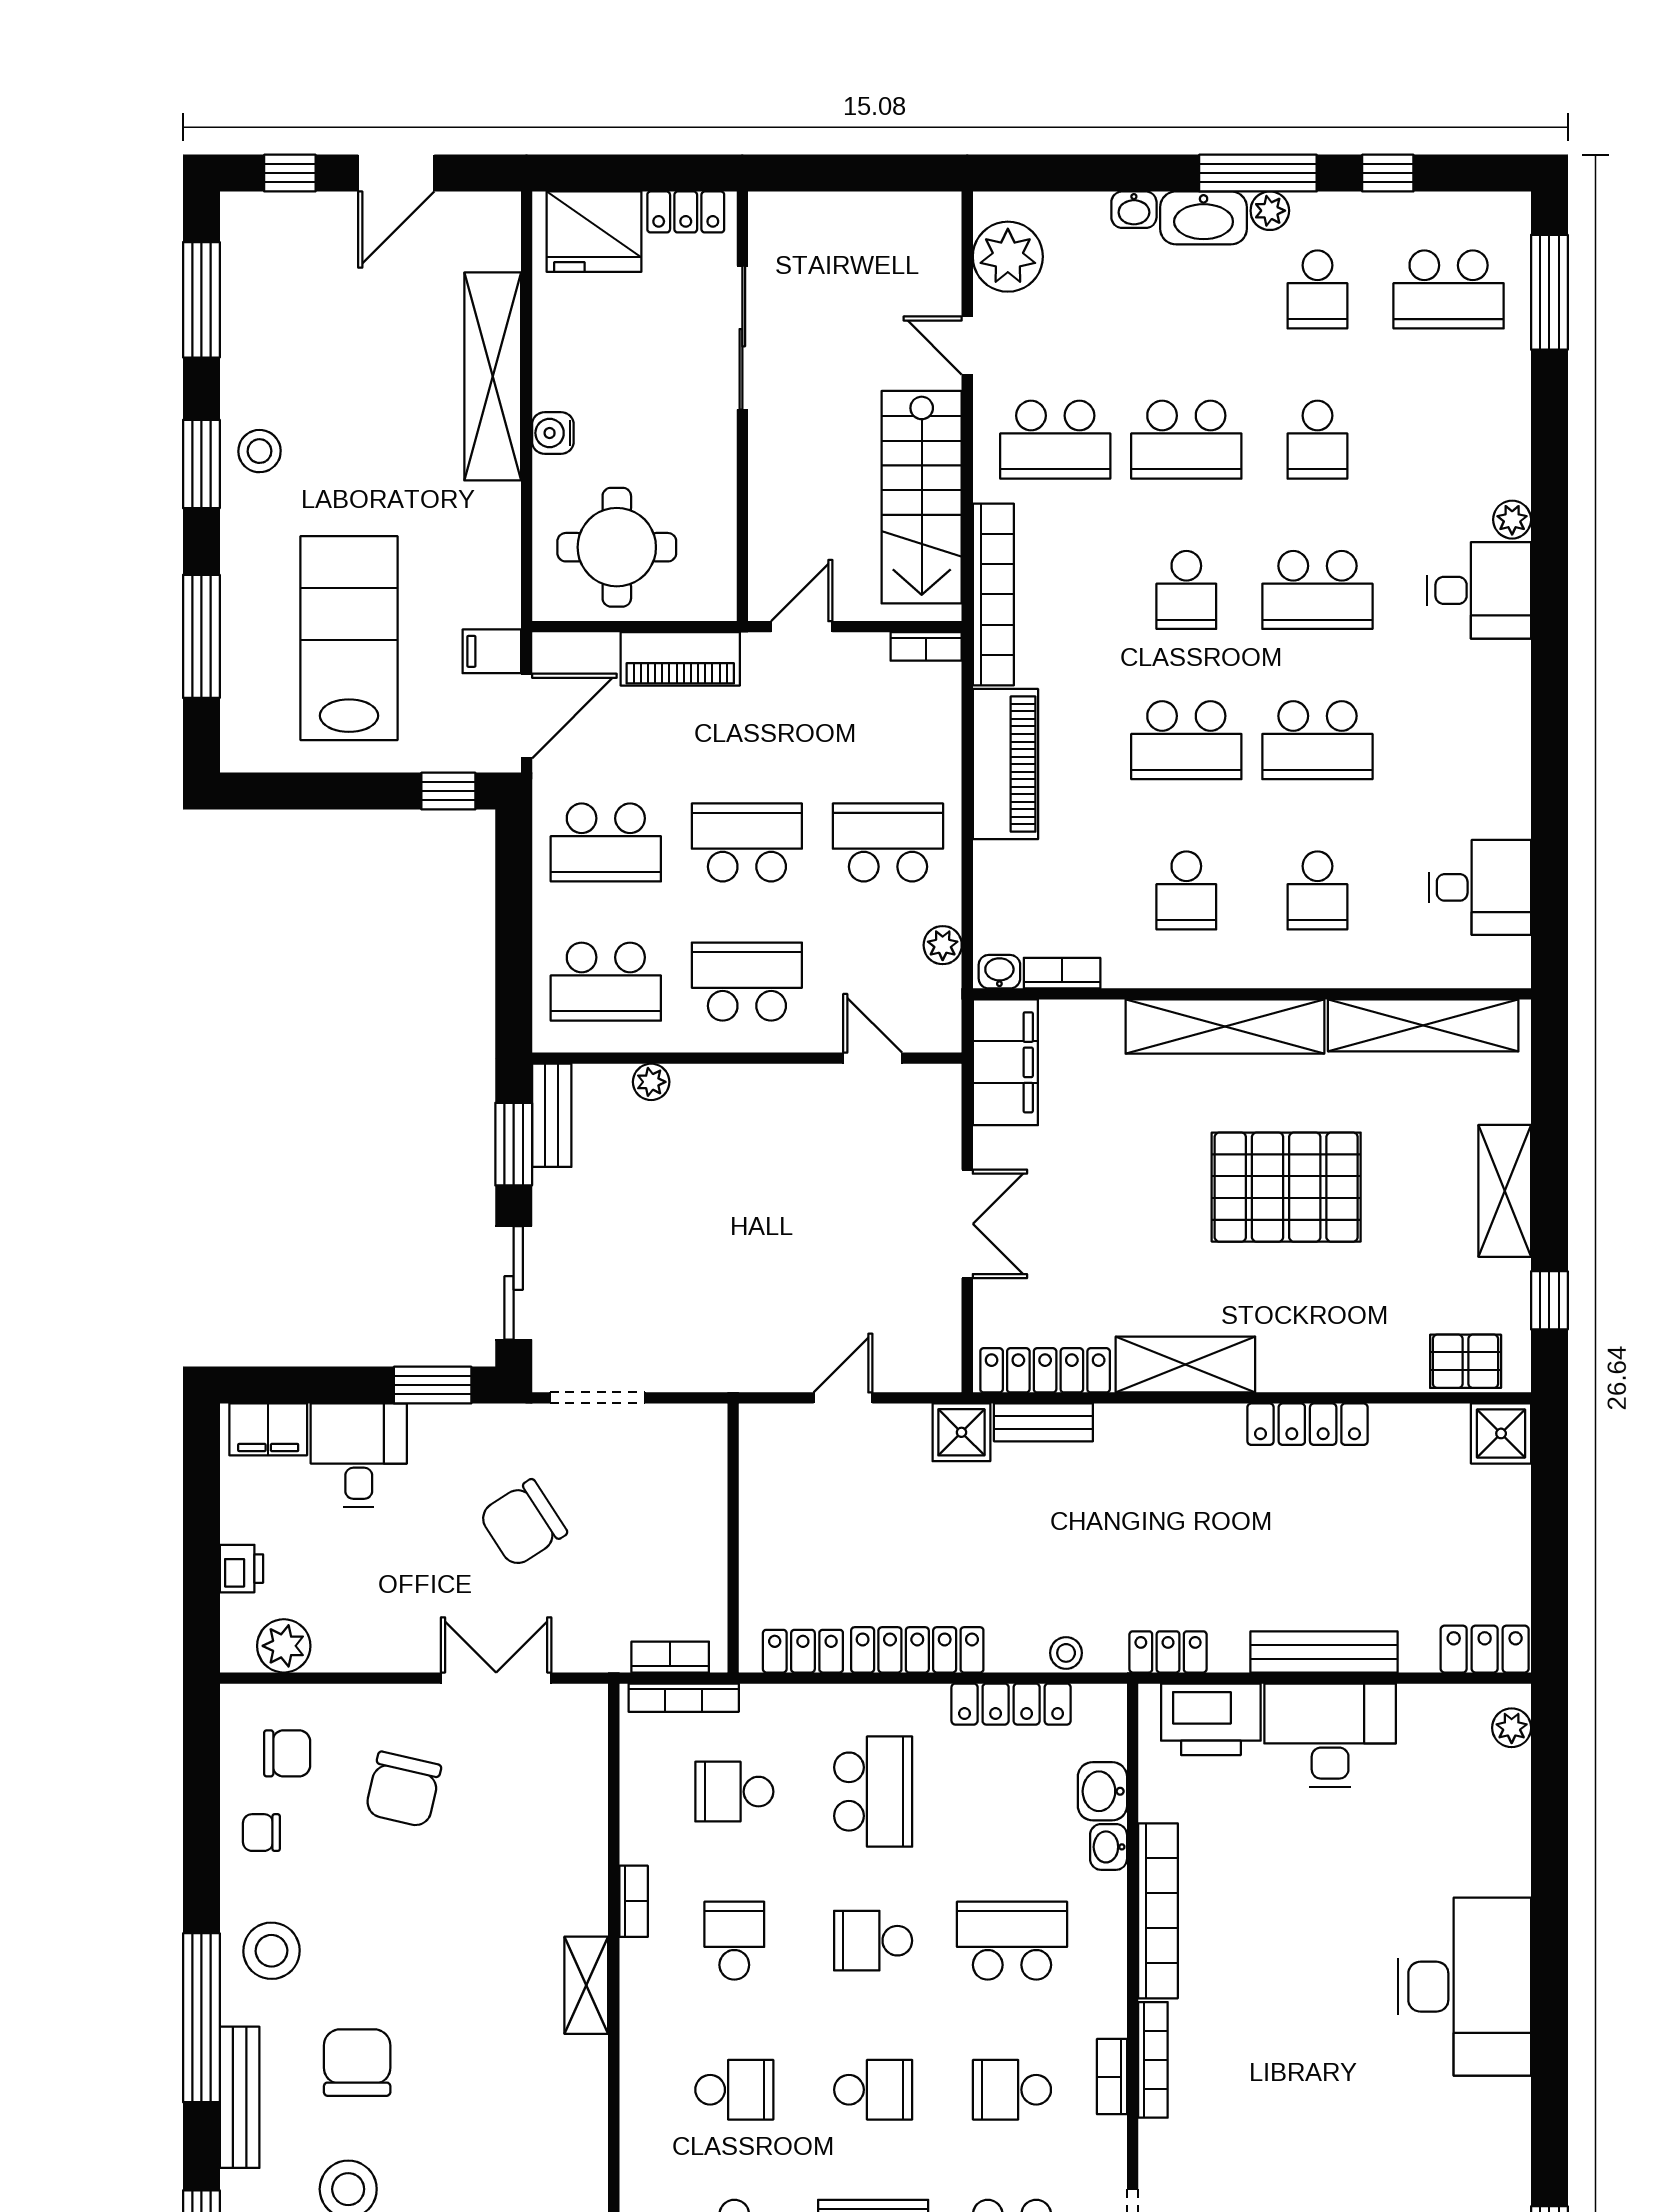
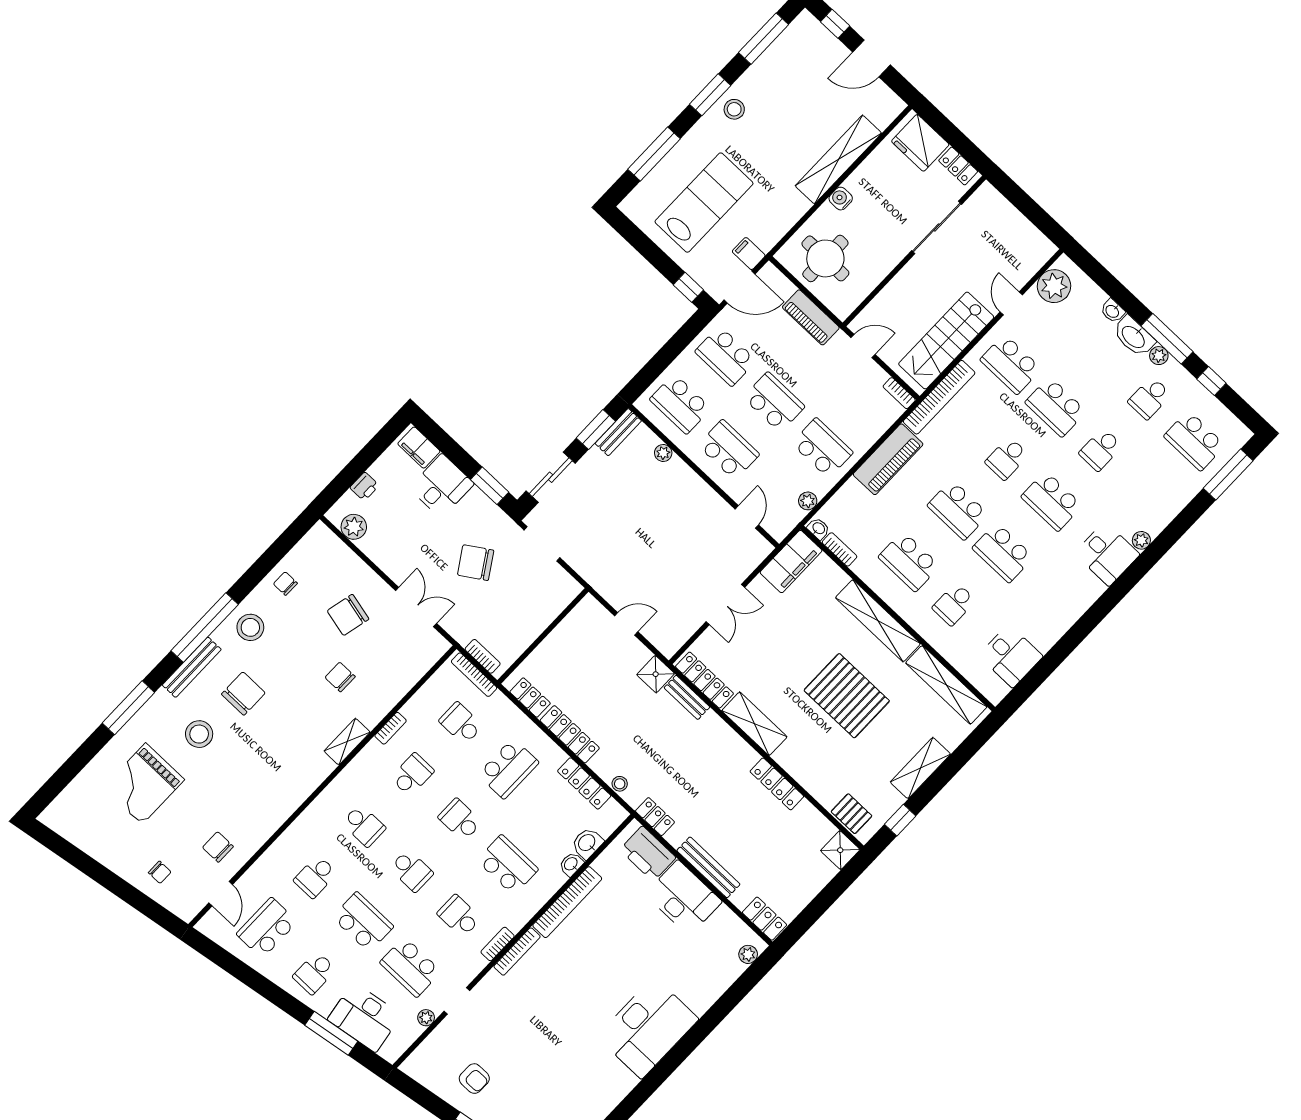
school desk: (1186, 890) -> (909, 561), width x1.85
chair: (287, 1753) -> (340, 677), moved, turned 180

